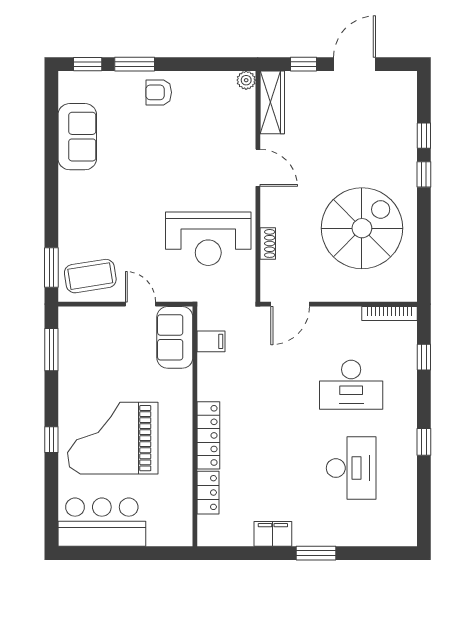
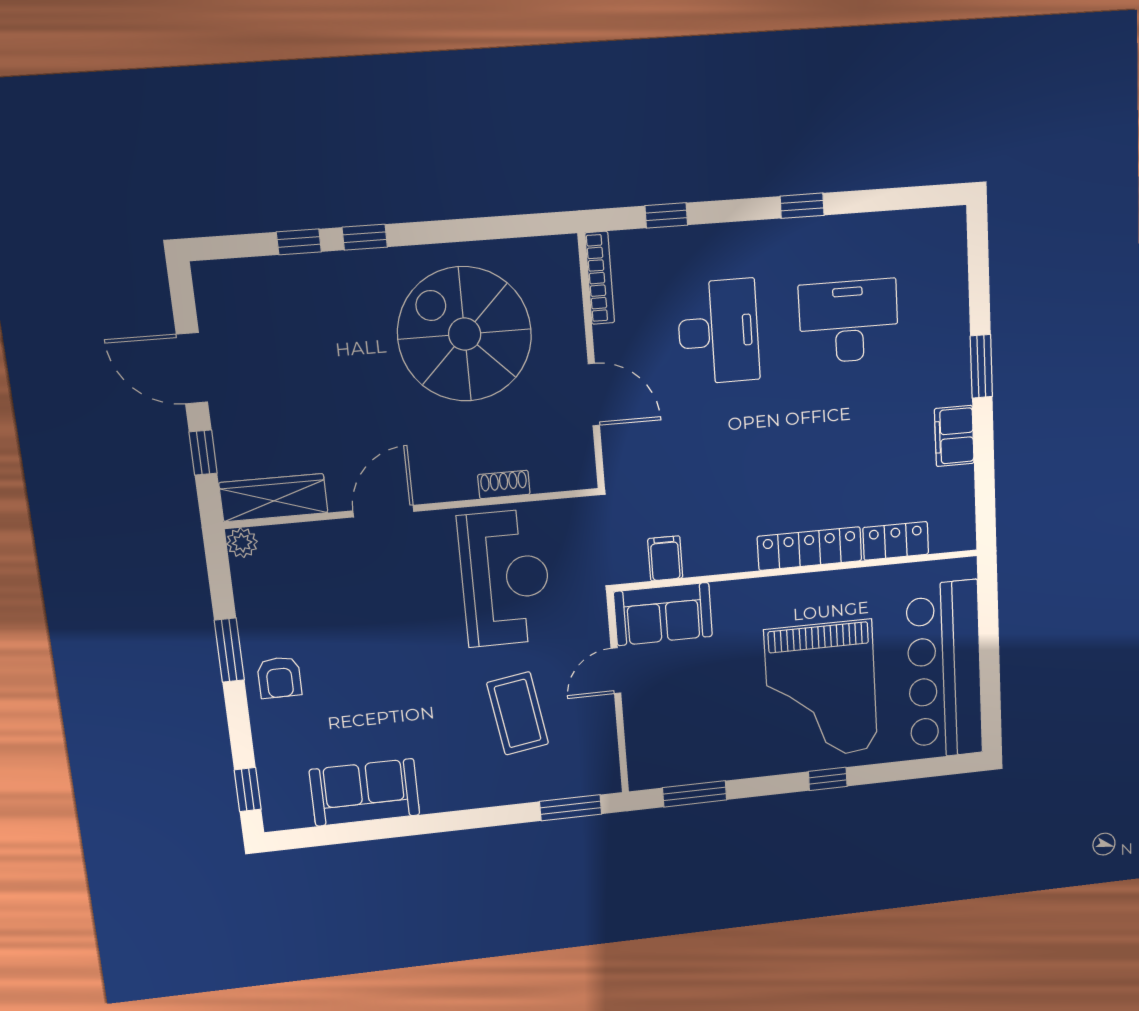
window: (135, 64) -> (229, 650), moved
coffee table: (90, 276) -> (518, 713), moved
door: (290, 304) -> (594, 395), moved
bar counter: (102, 522) -> (945, 670), width x1.36

